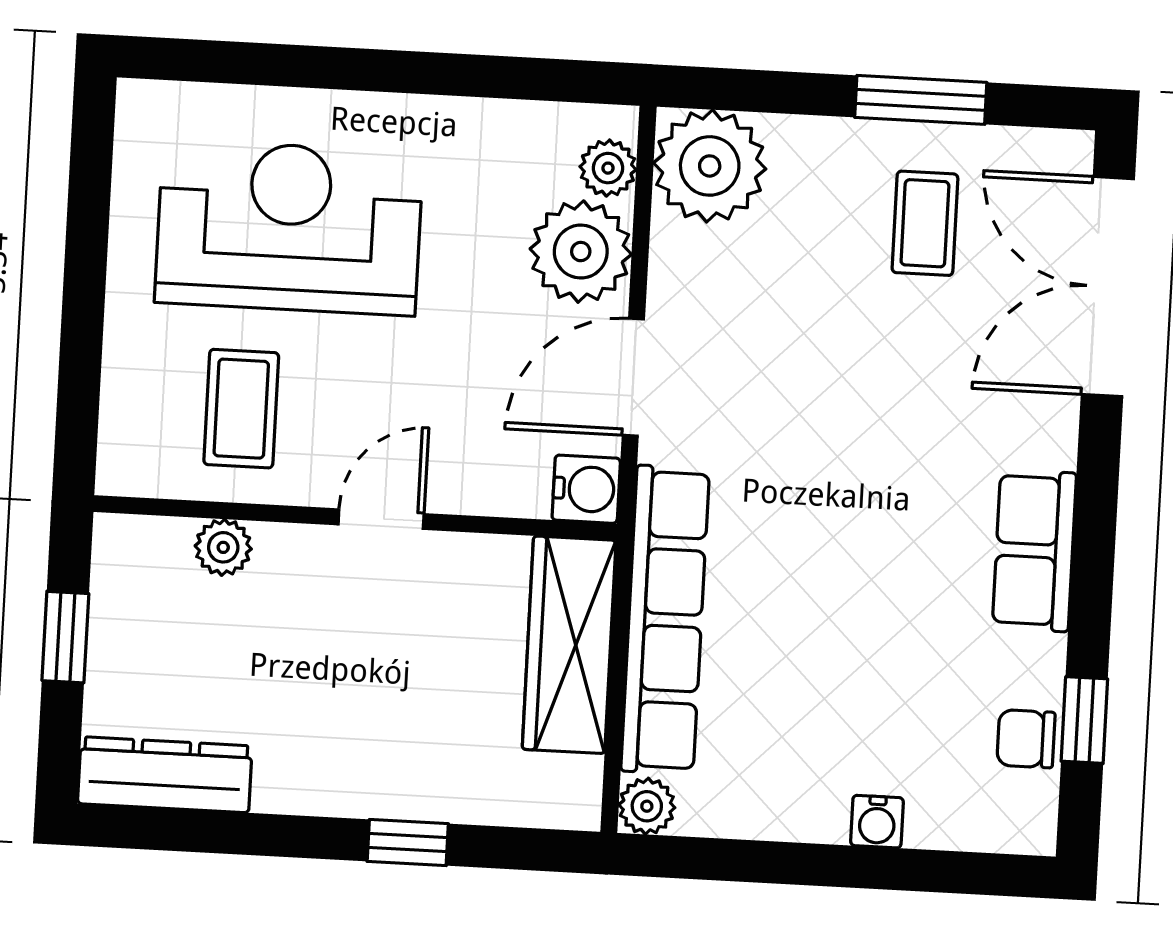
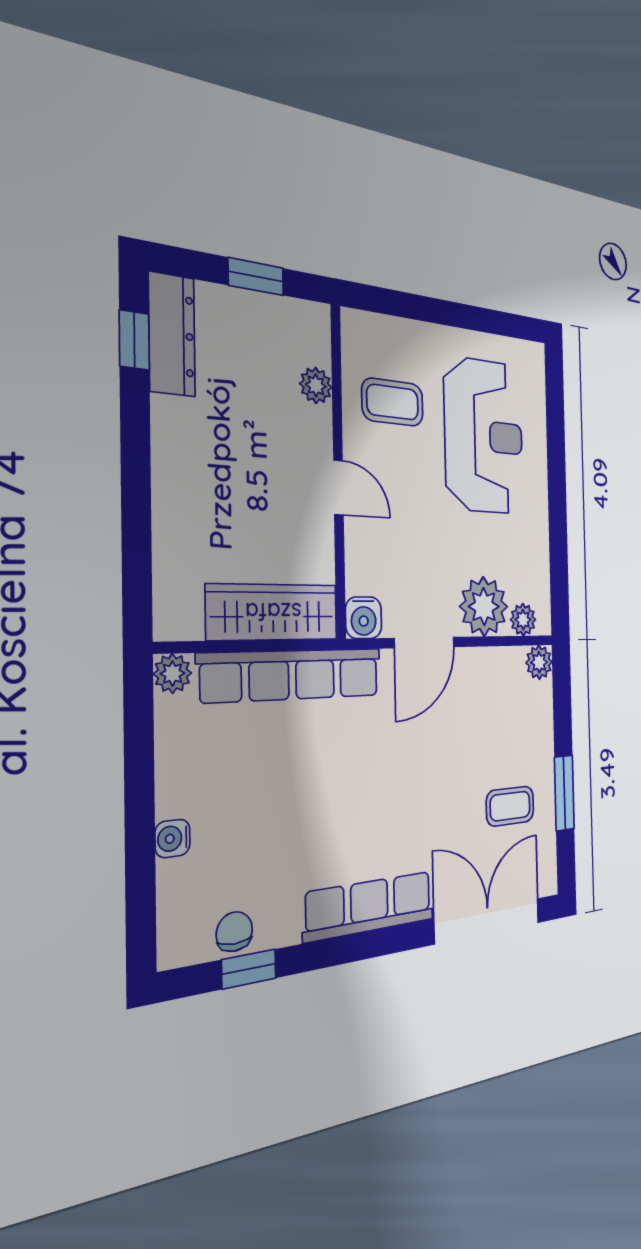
plant: (710, 166) -> (539, 662), width x0.53, depth x0.53
door: (633, 377) -> (425, 643), swing flipped
row of seats: (1034, 551) -> (369, 906), width x1.48
window: (408, 843) -> (134, 340), moved

